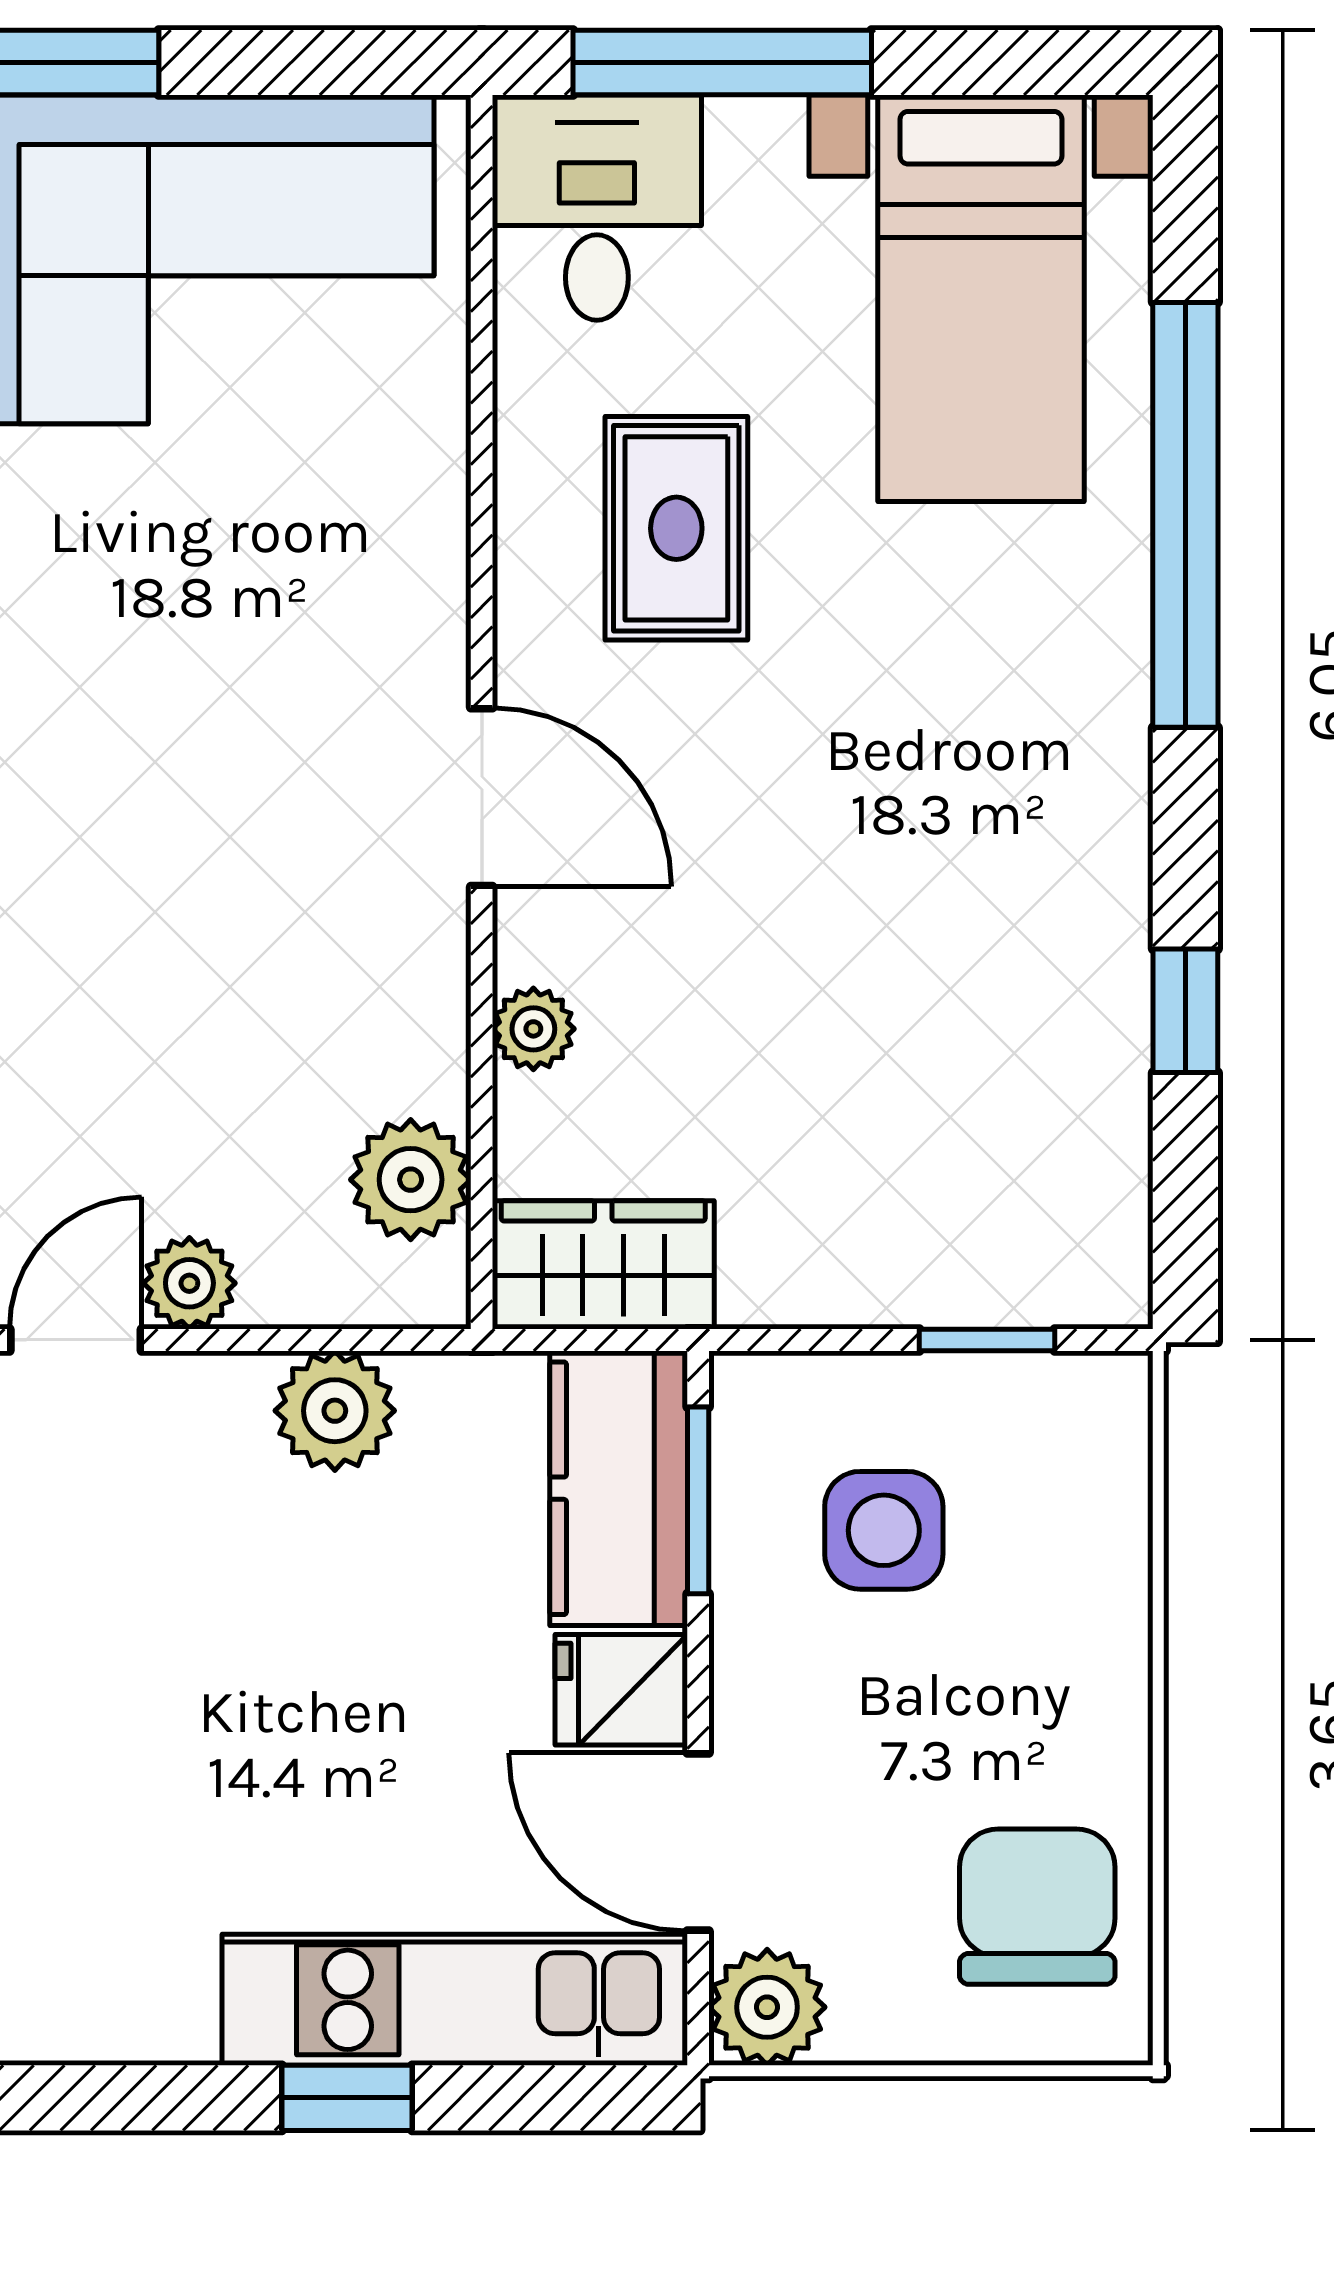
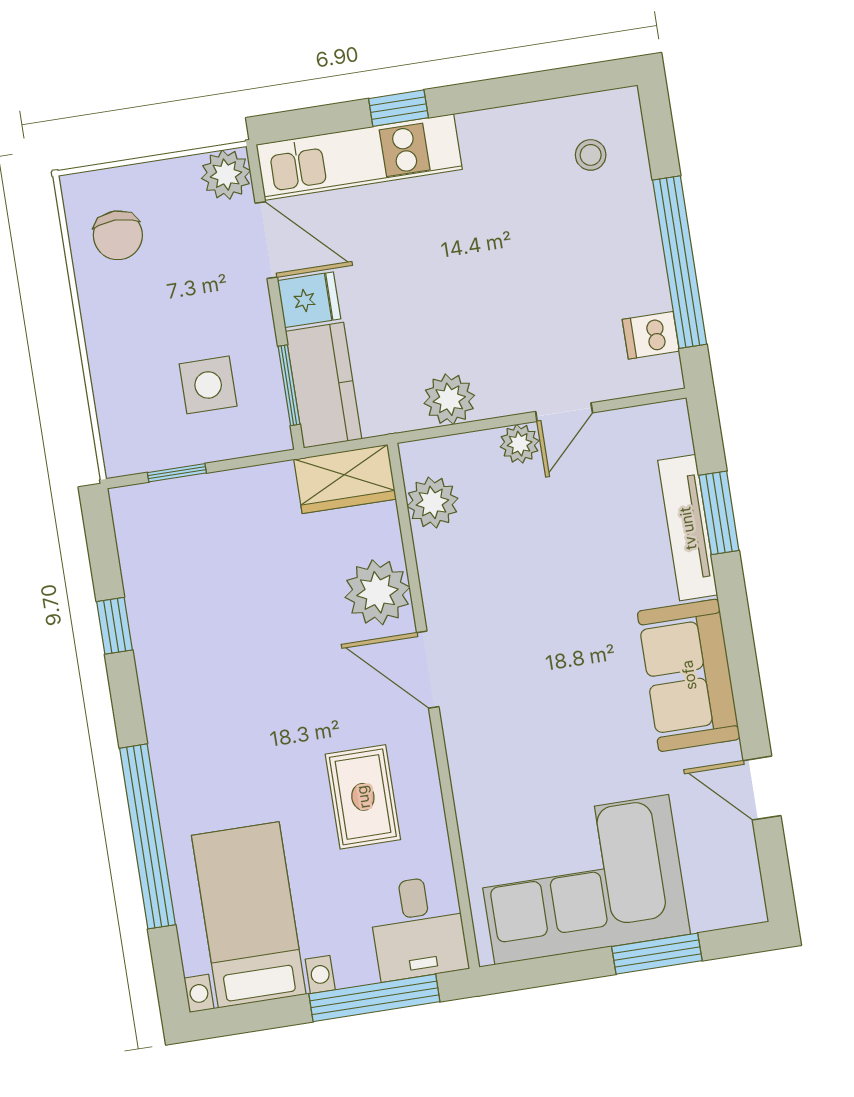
plant: (533, 1029) -> (377, 592), width x1.88, depth x1.88
chair: (1037, 1907) -> (118, 235), width x0.73, depth x0.73

